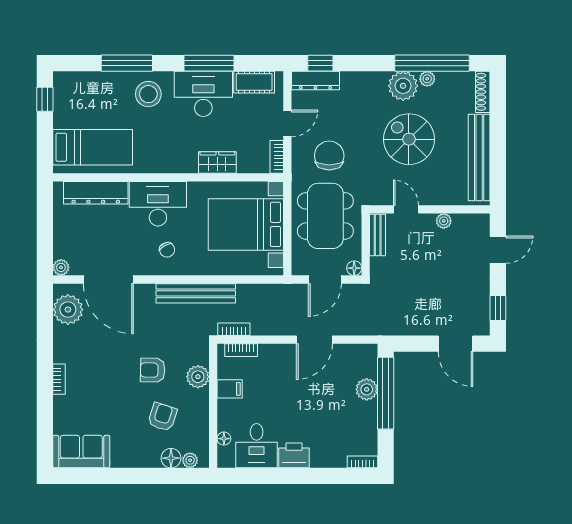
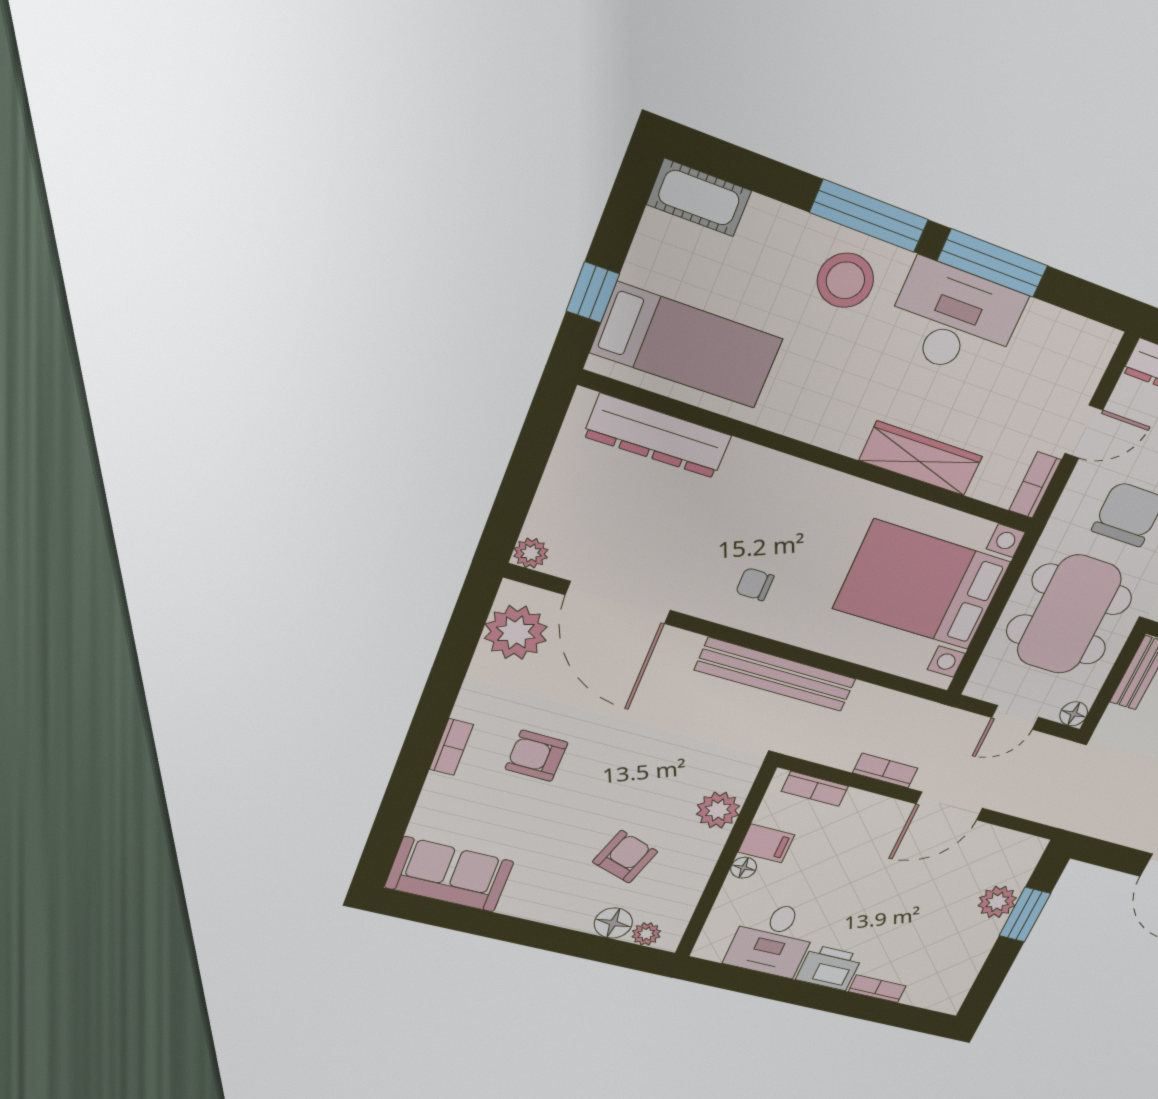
window: (127, 63) -> (869, 216), moved
cot: (254, 82) -> (699, 198), moved
window: (45, 99) -> (593, 292), moved
wardrobe: (217, 162) -> (921, 458), width x1.50
desk: (158, 204) -> (773, 496), removed
chair: (167, 250) -> (755, 584), turned 118
door: (325, 280) -> (1015, 717), width x0.73
bookcase: (234, 329) -> (885, 770), moved
armchair: (153, 370) -> (537, 756), moved
window: (386, 393) -> (1025, 915), width x0.47
floor lamp: (224, 439) -> (744, 868), moved
bookcase: (362, 462) -> (877, 989), moved

